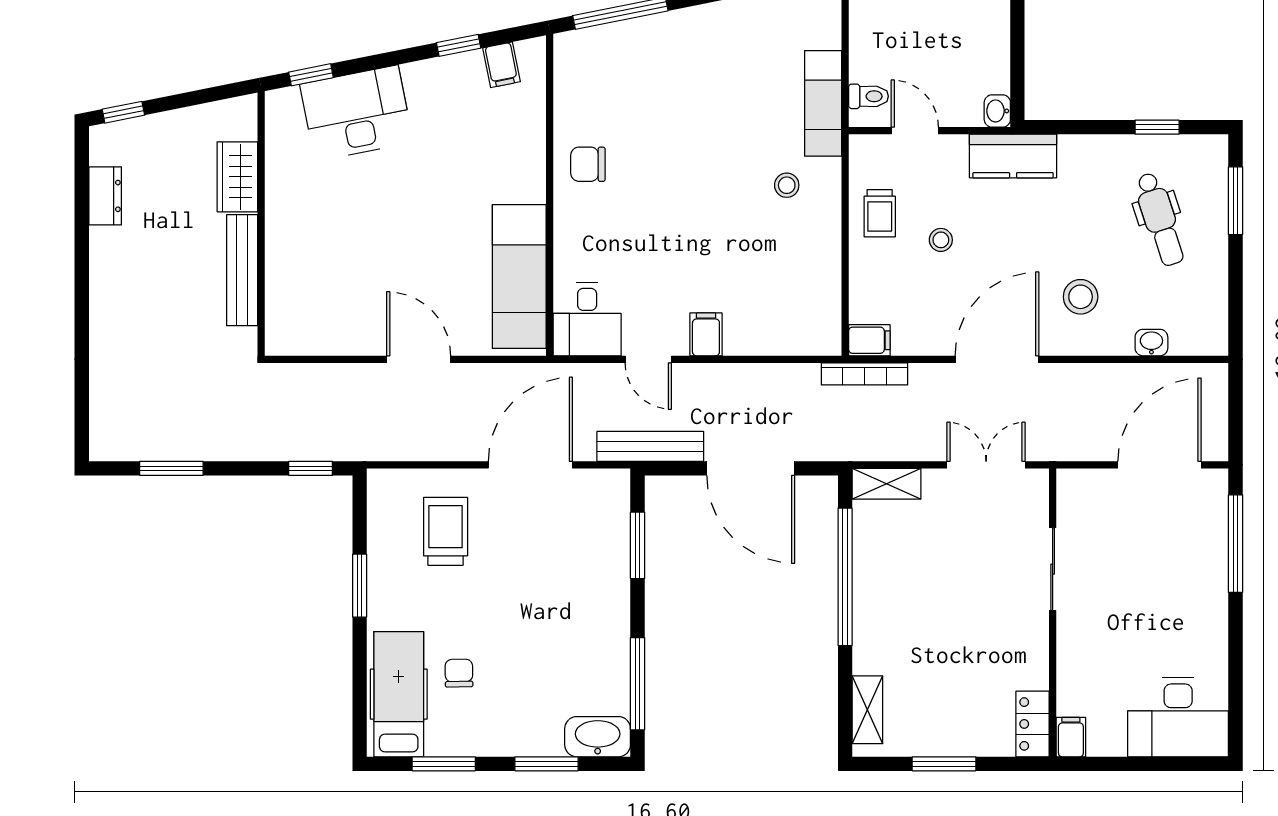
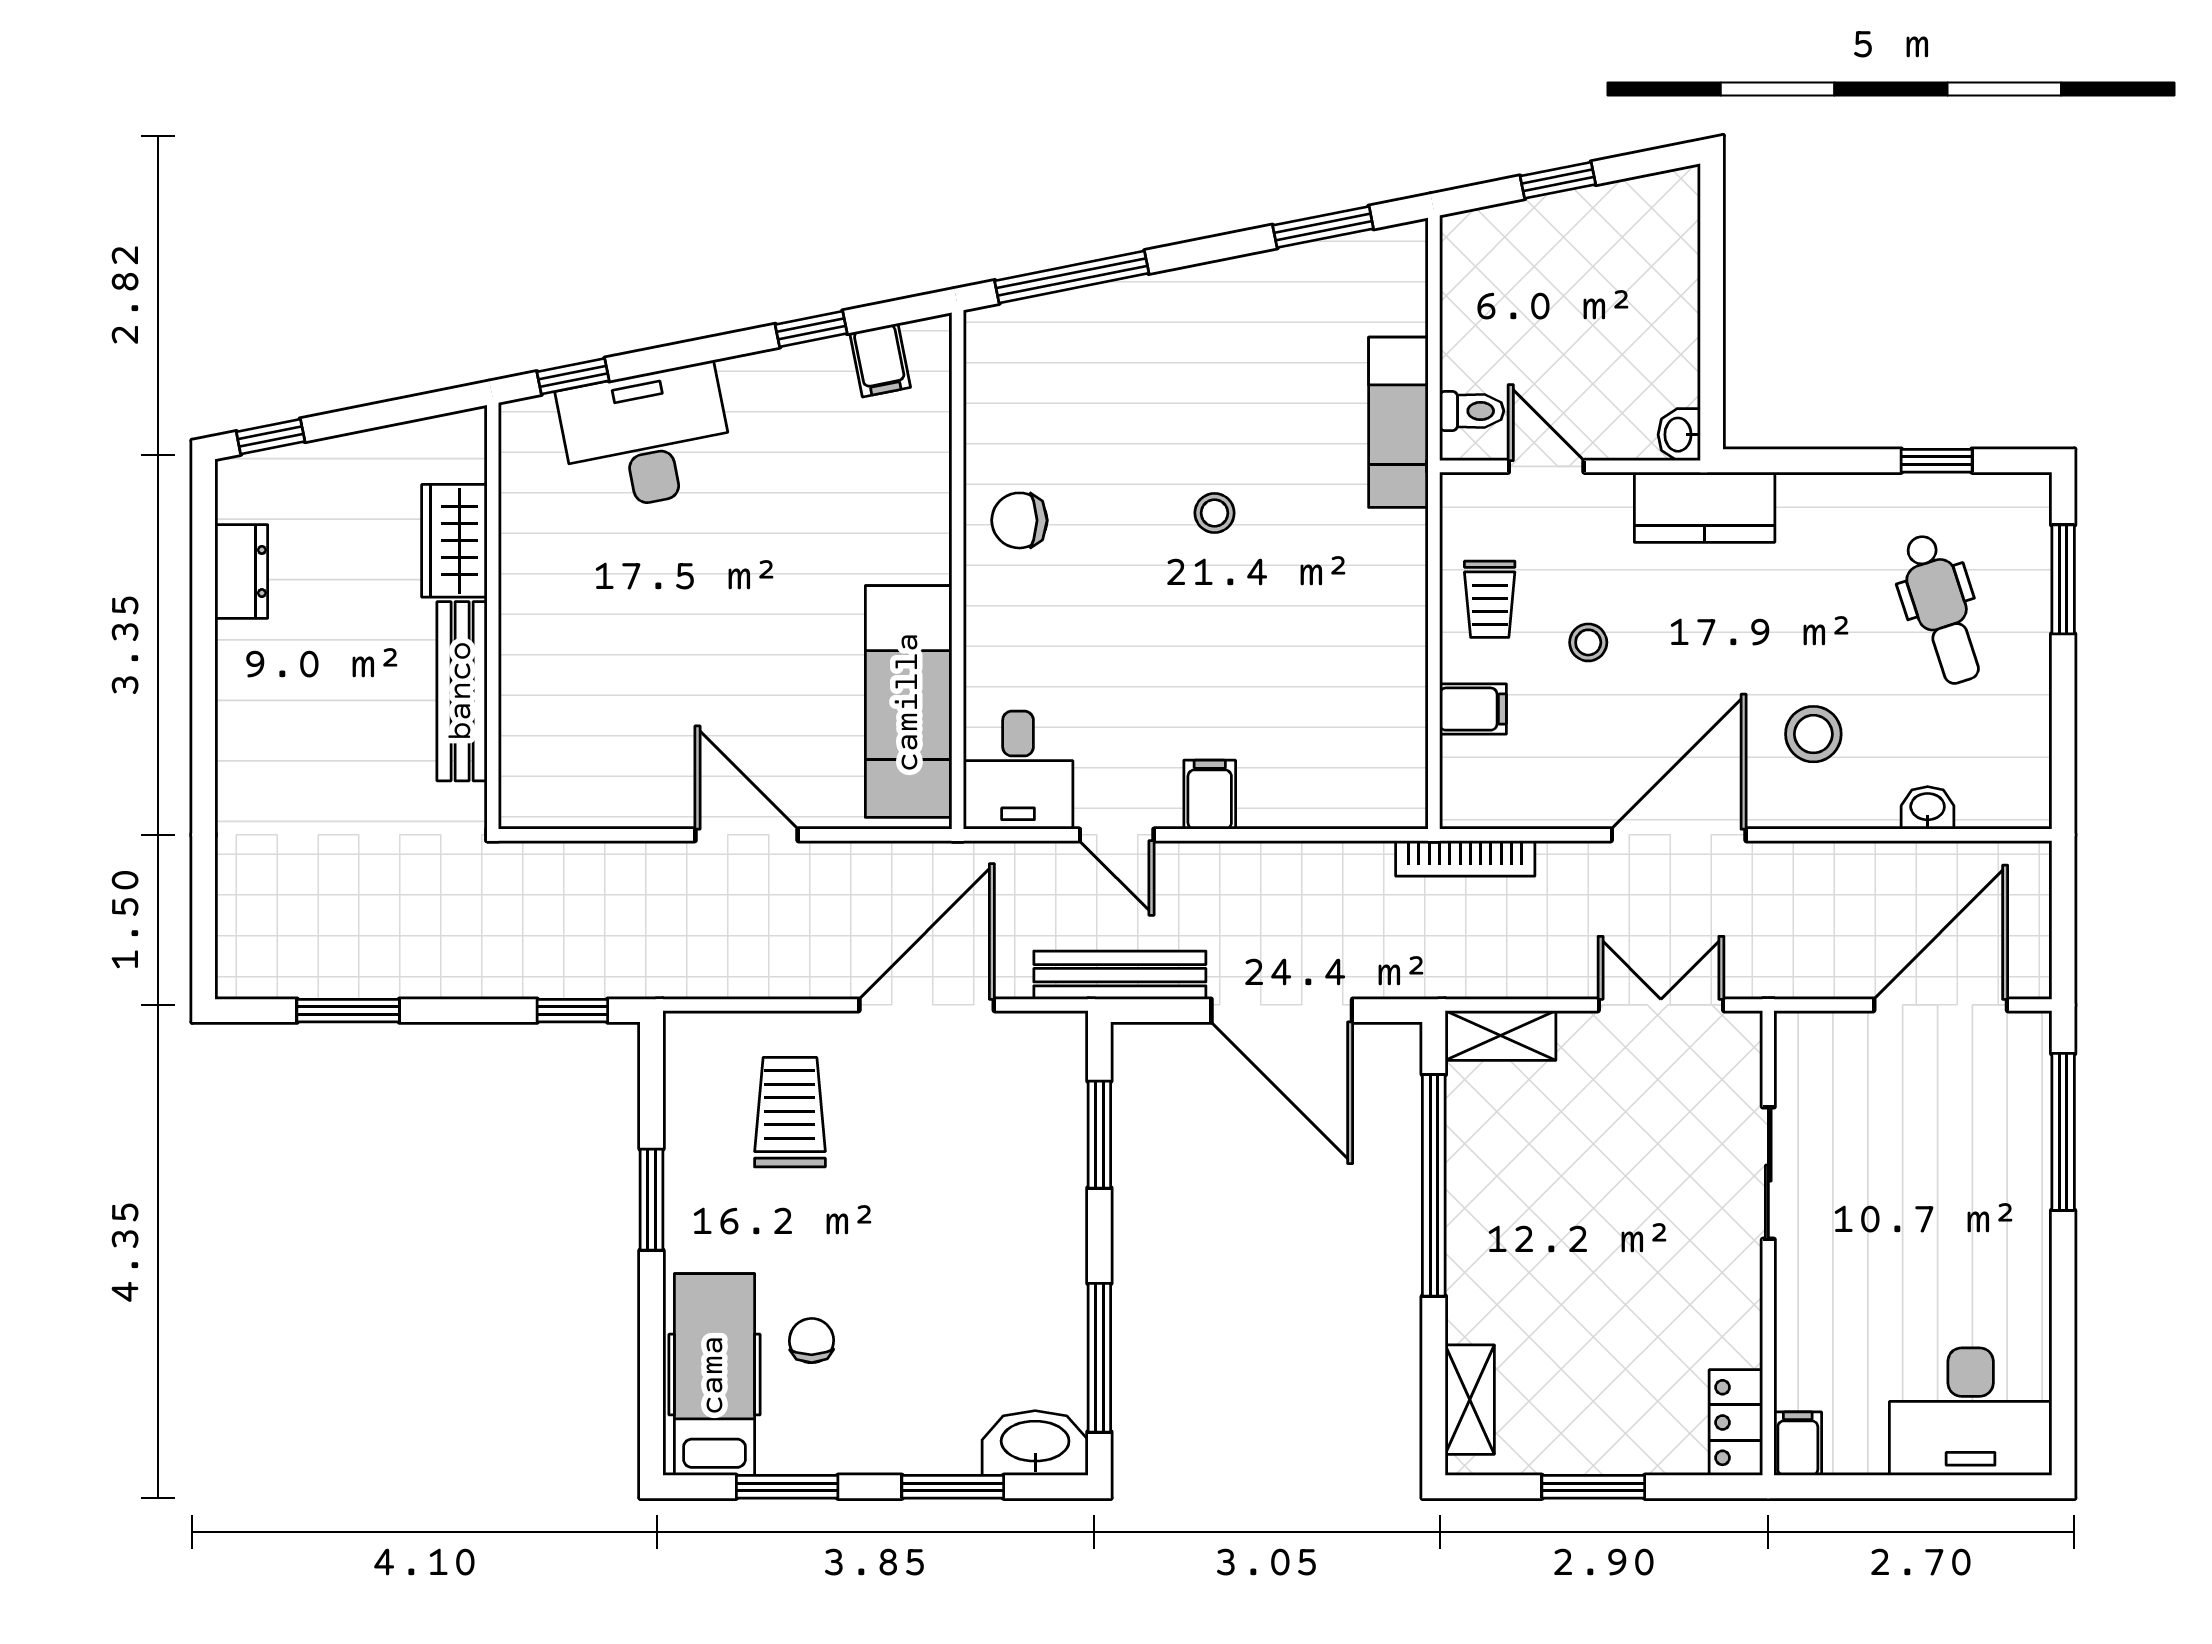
stool: (787, 185) -> (1215, 513), moved
filing cabinet: (869, 340) -> (1473, 709), moved

